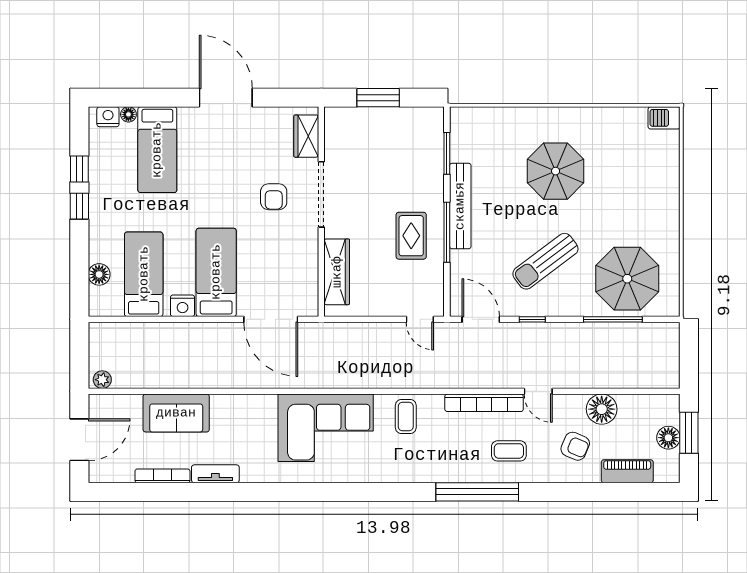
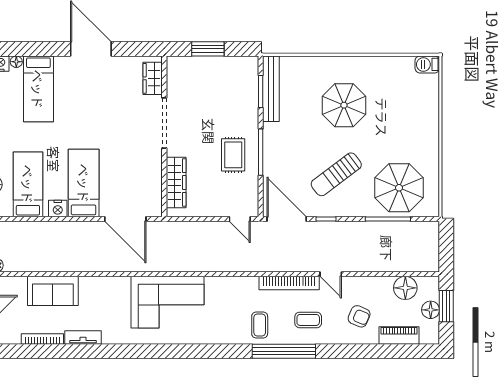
armchair: (274, 197) -> (128, 125), removed
bench: (460, 206) -> (271, 89), moved
door: (481, 319) -> (287, 219), width x1.36
floor lamp: (602, 409) -> (405, 288), moved
coffee table: (406, 416) -> (260, 325), moved

